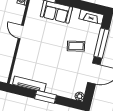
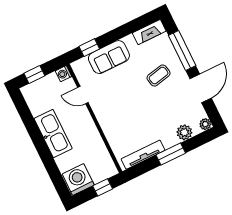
door: (21, 32) -> (83, 95), moved
plant: (64, 91) -> (184, 132), added

